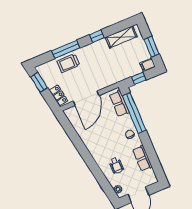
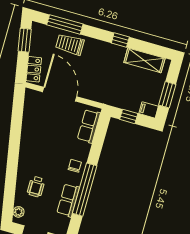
window: (66, 49) -> (65, 24), moved
door: (86, 98) -> (60, 94), swing flipped
window: (134, 113) -> (85, 190), moved

